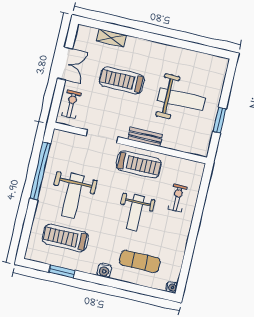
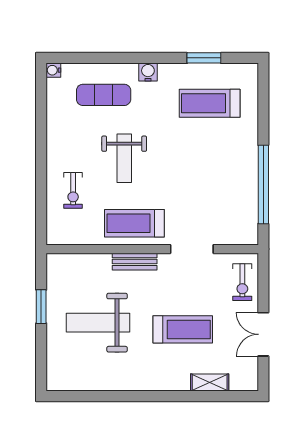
weight bench: (73, 196) -> (213, 161), removed
weight bench: (136, 213) -> (124, 158), turned 180
treadmill: (65, 238) -> (210, 103), turned 180

